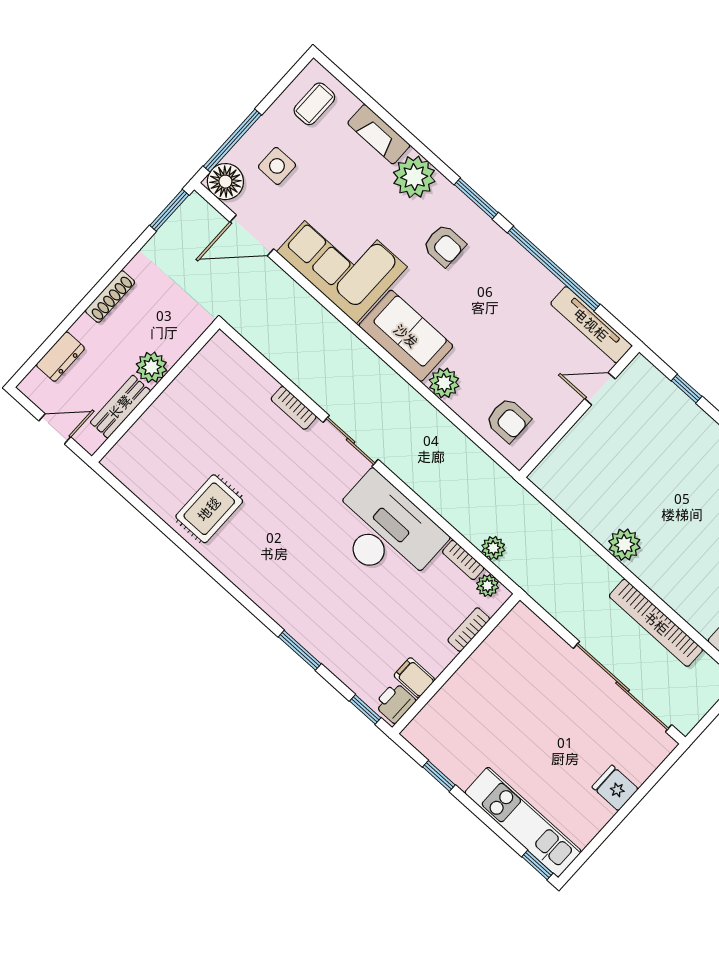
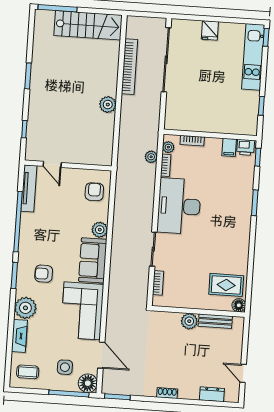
armchair: (444, 245) -> (44, 274), turned -90
shoe rack: (110, 296) -> (167, 393), width x0.70
plant: (151, 367) -> (189, 321), moved
wall: (156, 392) -> (198, 311), moved
bench: (120, 407) -> (215, 321), moved
floor lamp: (163, 504) -> (239, 305), added

